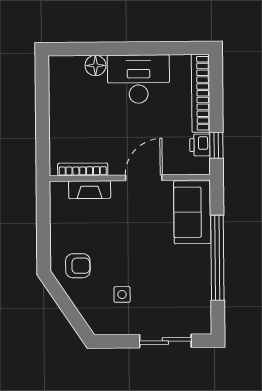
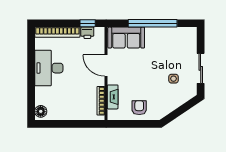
floor lamp: (95, 65) -> (41, 111), moved
armchair: (78, 266) -> (139, 108), moved
sliding door: (165, 341) -> (201, 68), moved

